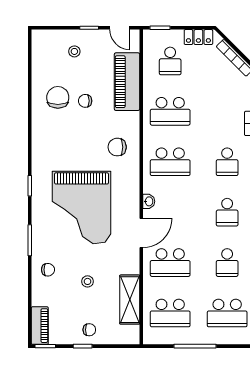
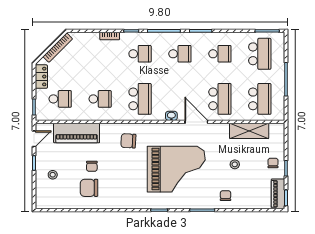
school desk: (170, 111) -> (100, 99), width x0.54
chair: (117, 147) -> (128, 141), turned 93
piano: (40, 326) -> (278, 194), moved, turned -90

